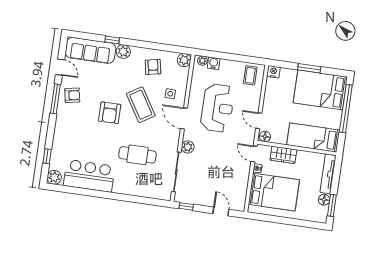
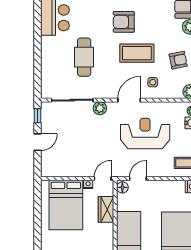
coffee table: (141, 105) -> (137, 53), turned 32
reception desk: (217, 108) -> (145, 133), turned 180
door: (221, 211) -> (38, 142), moved

